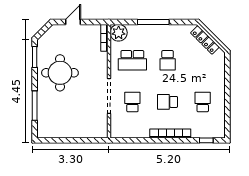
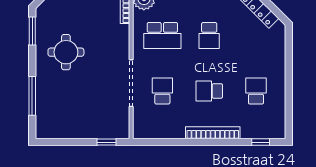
round table: (60, 73) -> (66, 52), width x0.73, depth x0.73
window: (91, 140) -> (107, 142), added

